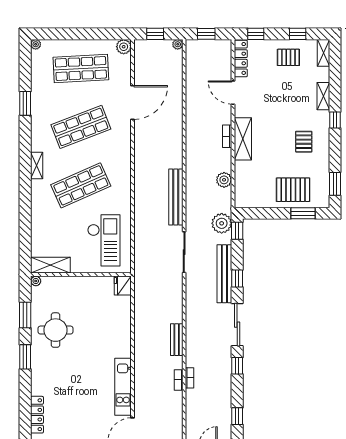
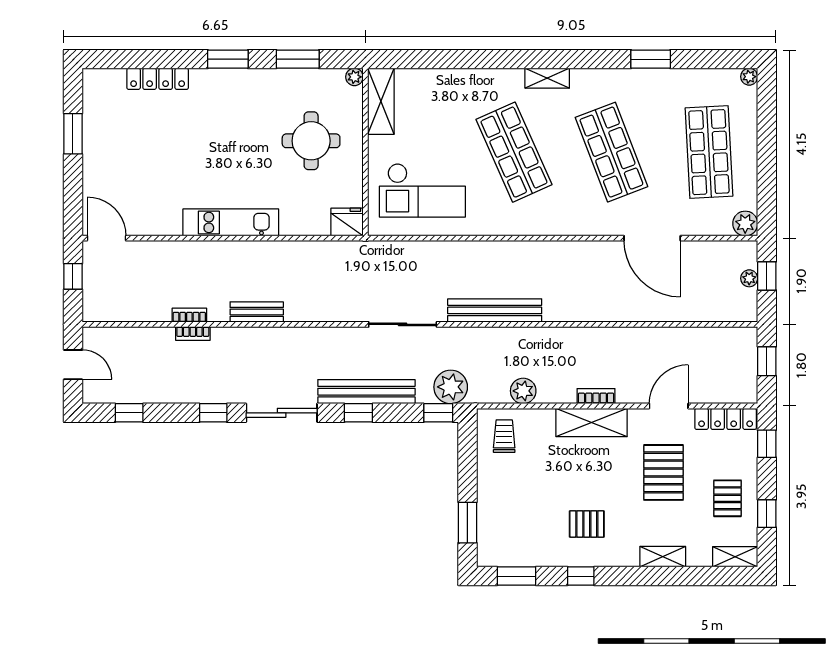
plant: (178, 44) -> (749, 278), moved
window: (335, 120) -> (581, 576), moved
pallet: (293, 190) -> (663, 472), moved
trolley: (251, 191) -> (504, 436), added
round table: (55, 330) -> (311, 141), moved
kitchen unit: (123, 387) -> (231, 222), moved
locker: (37, 415) -> (158, 79), moved

